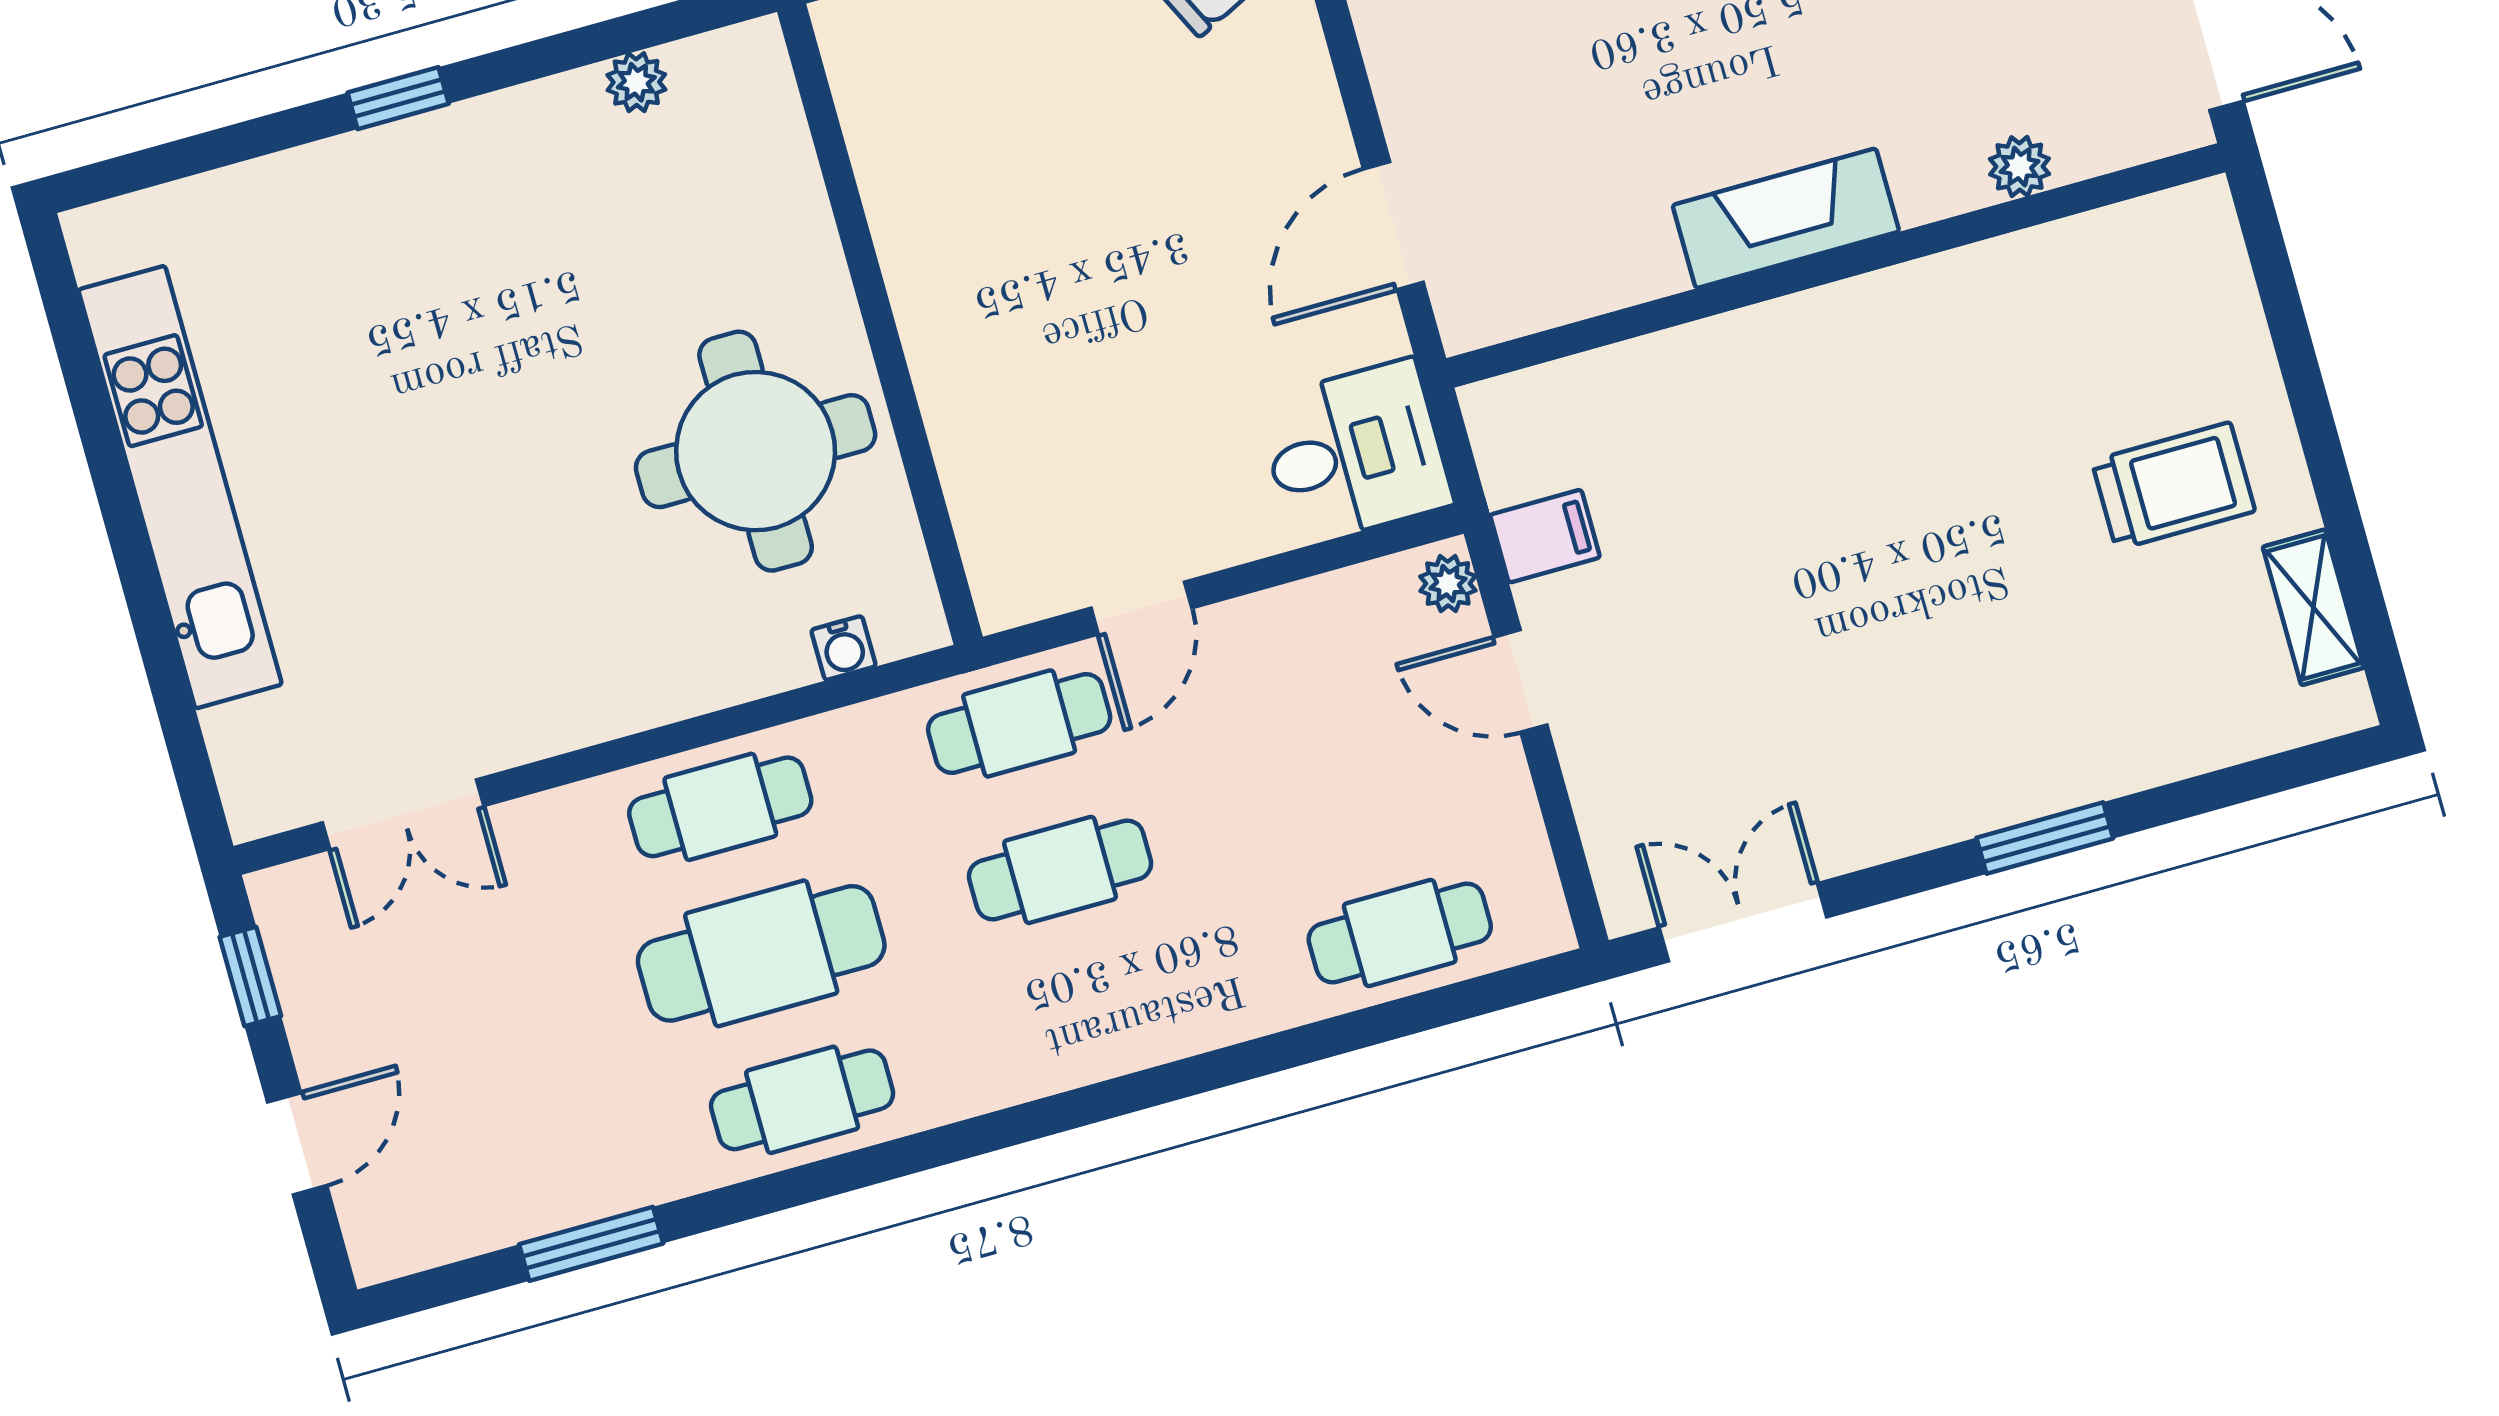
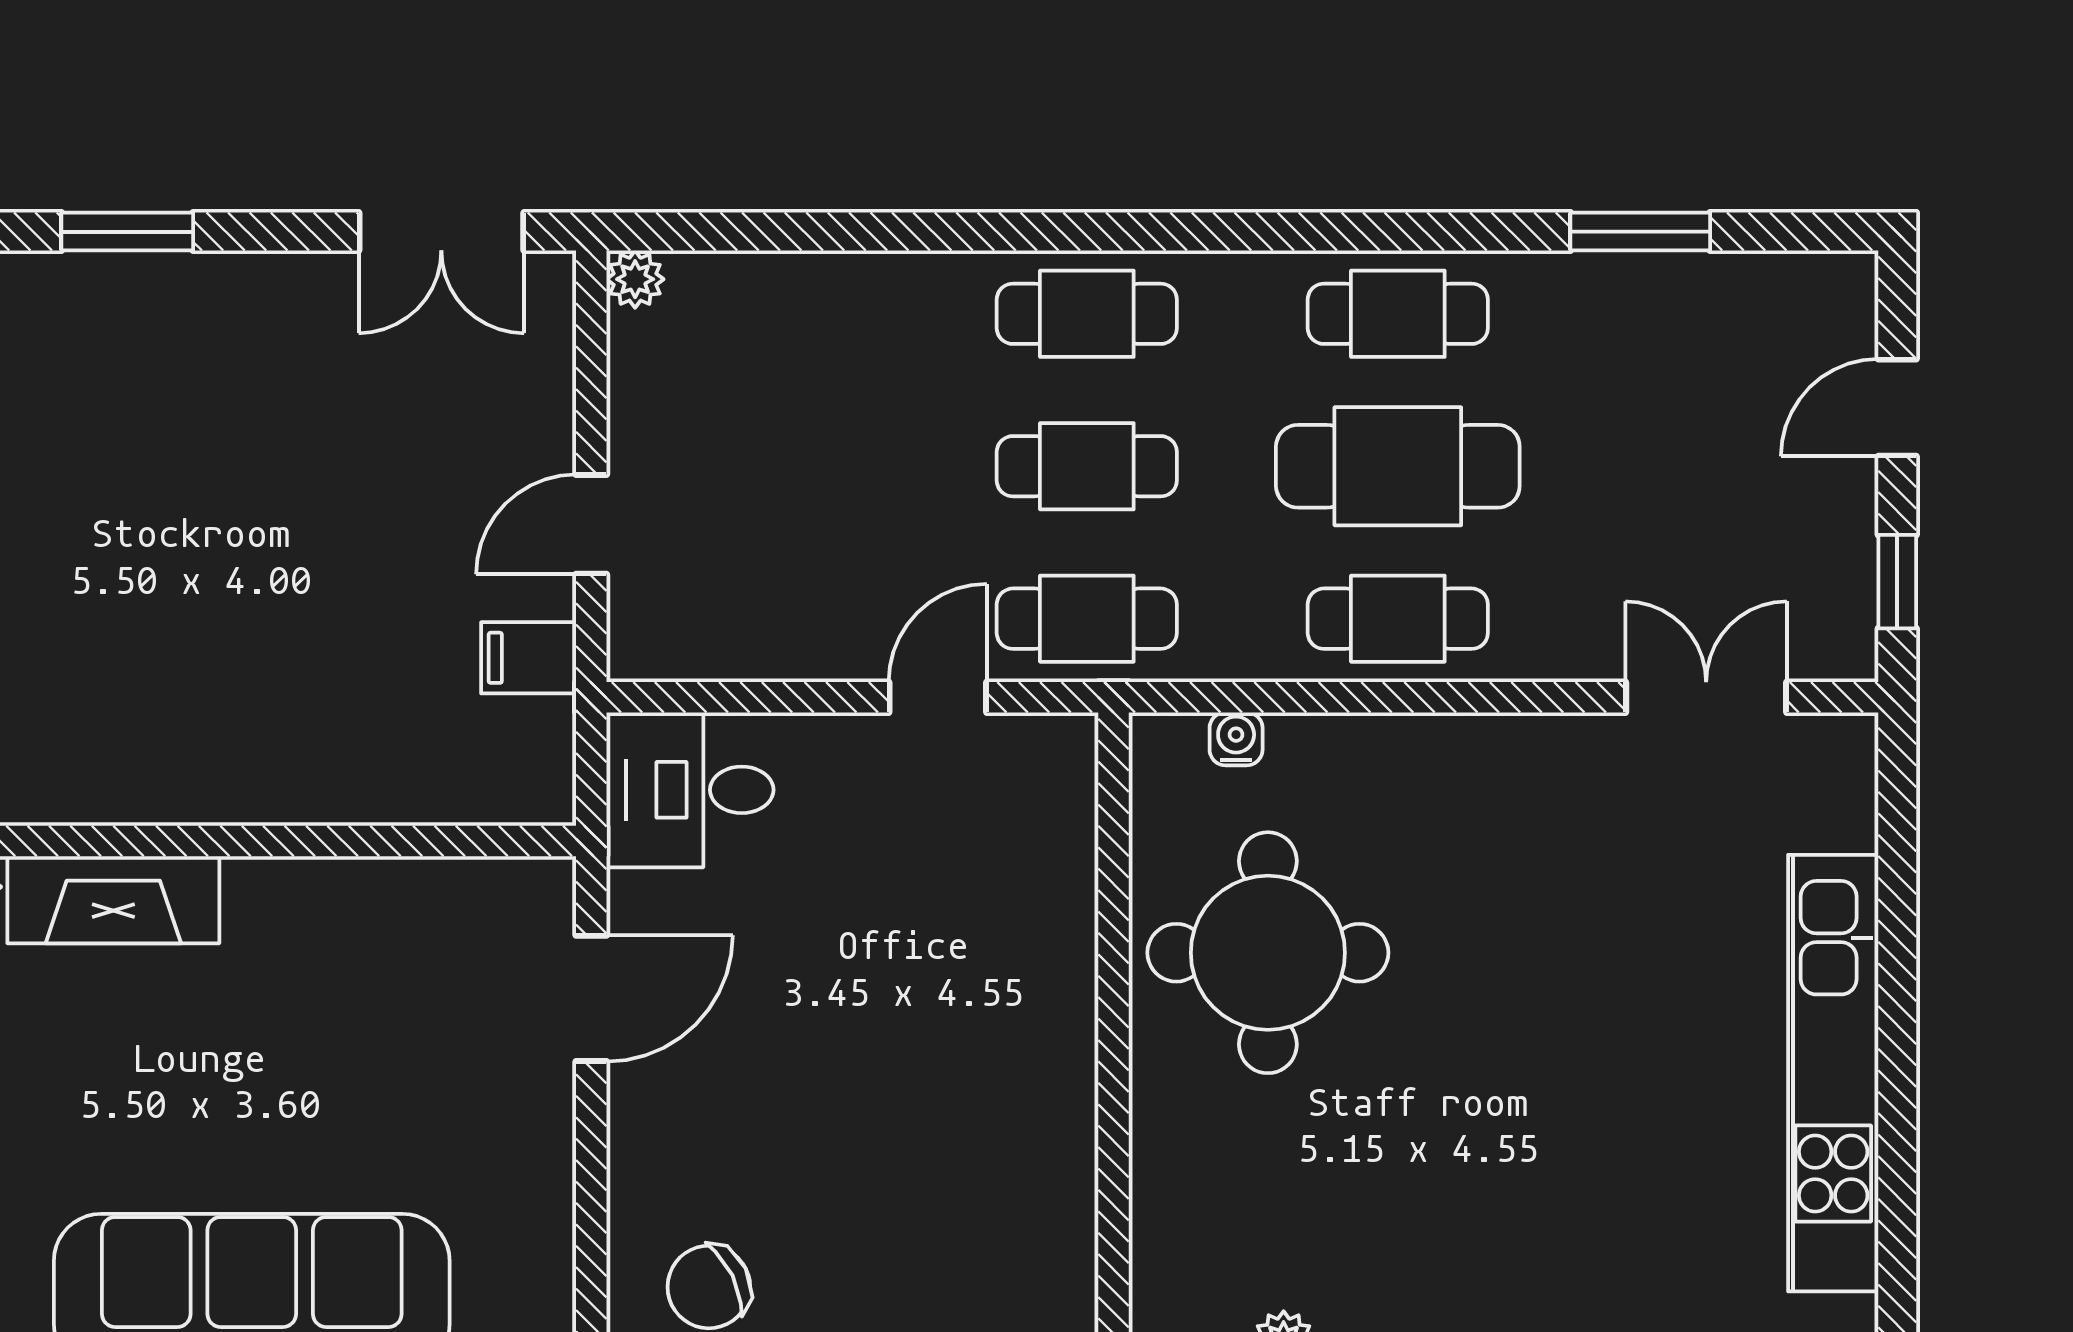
fireplace: (1786, 218) -> (113, 900), moved
plant: (1448, 583) -> (635, 279), moved
door: (1521, 681) -> (591, 524), swing flipped
cafe table: (1400, 933) -> (1087, 314), moved

